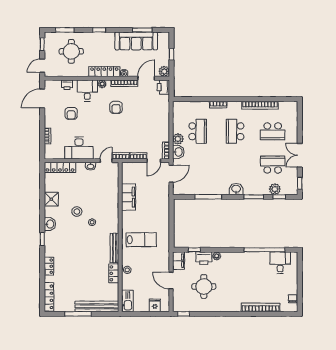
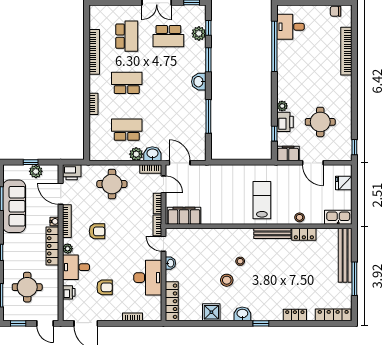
plant: (164, 71) -> (36, 171), moved
round table: (154, 119) -> (112, 184), added
school desk: (235, 131) -> (127, 83), turned 180
school desk: (273, 165) -> (168, 36), turned -90
filing cabinet: (129, 197) -> (184, 216), moved
door: (171, 281) -> (313, 163), hinge flipped

